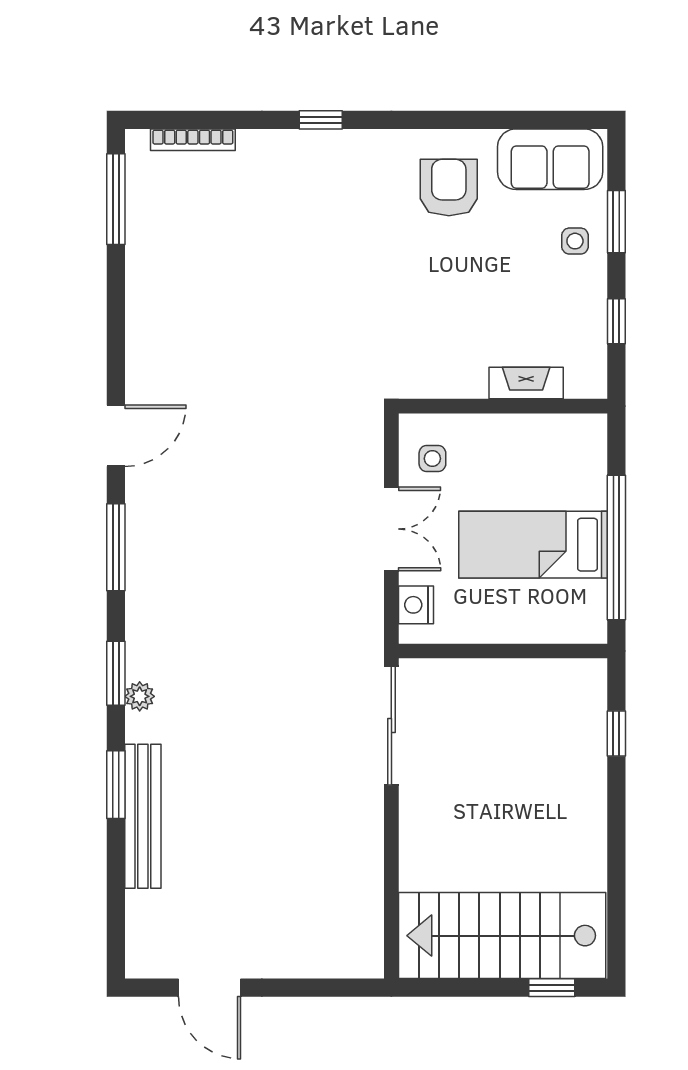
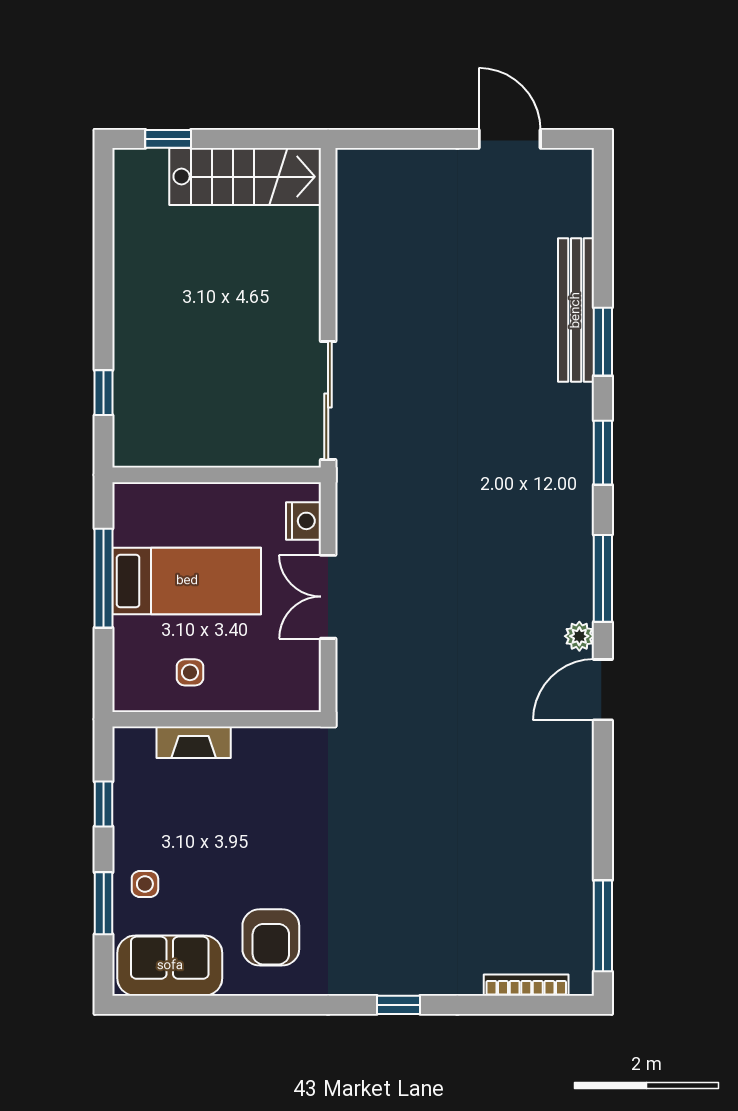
side table: (432, 459) -> (190, 672), moved
window: (616, 547) -> (104, 578), width x0.68
plant: (140, 696) -> (579, 636), moved
stairs: (502, 936) -> (245, 177), width x0.73, depth x0.66

